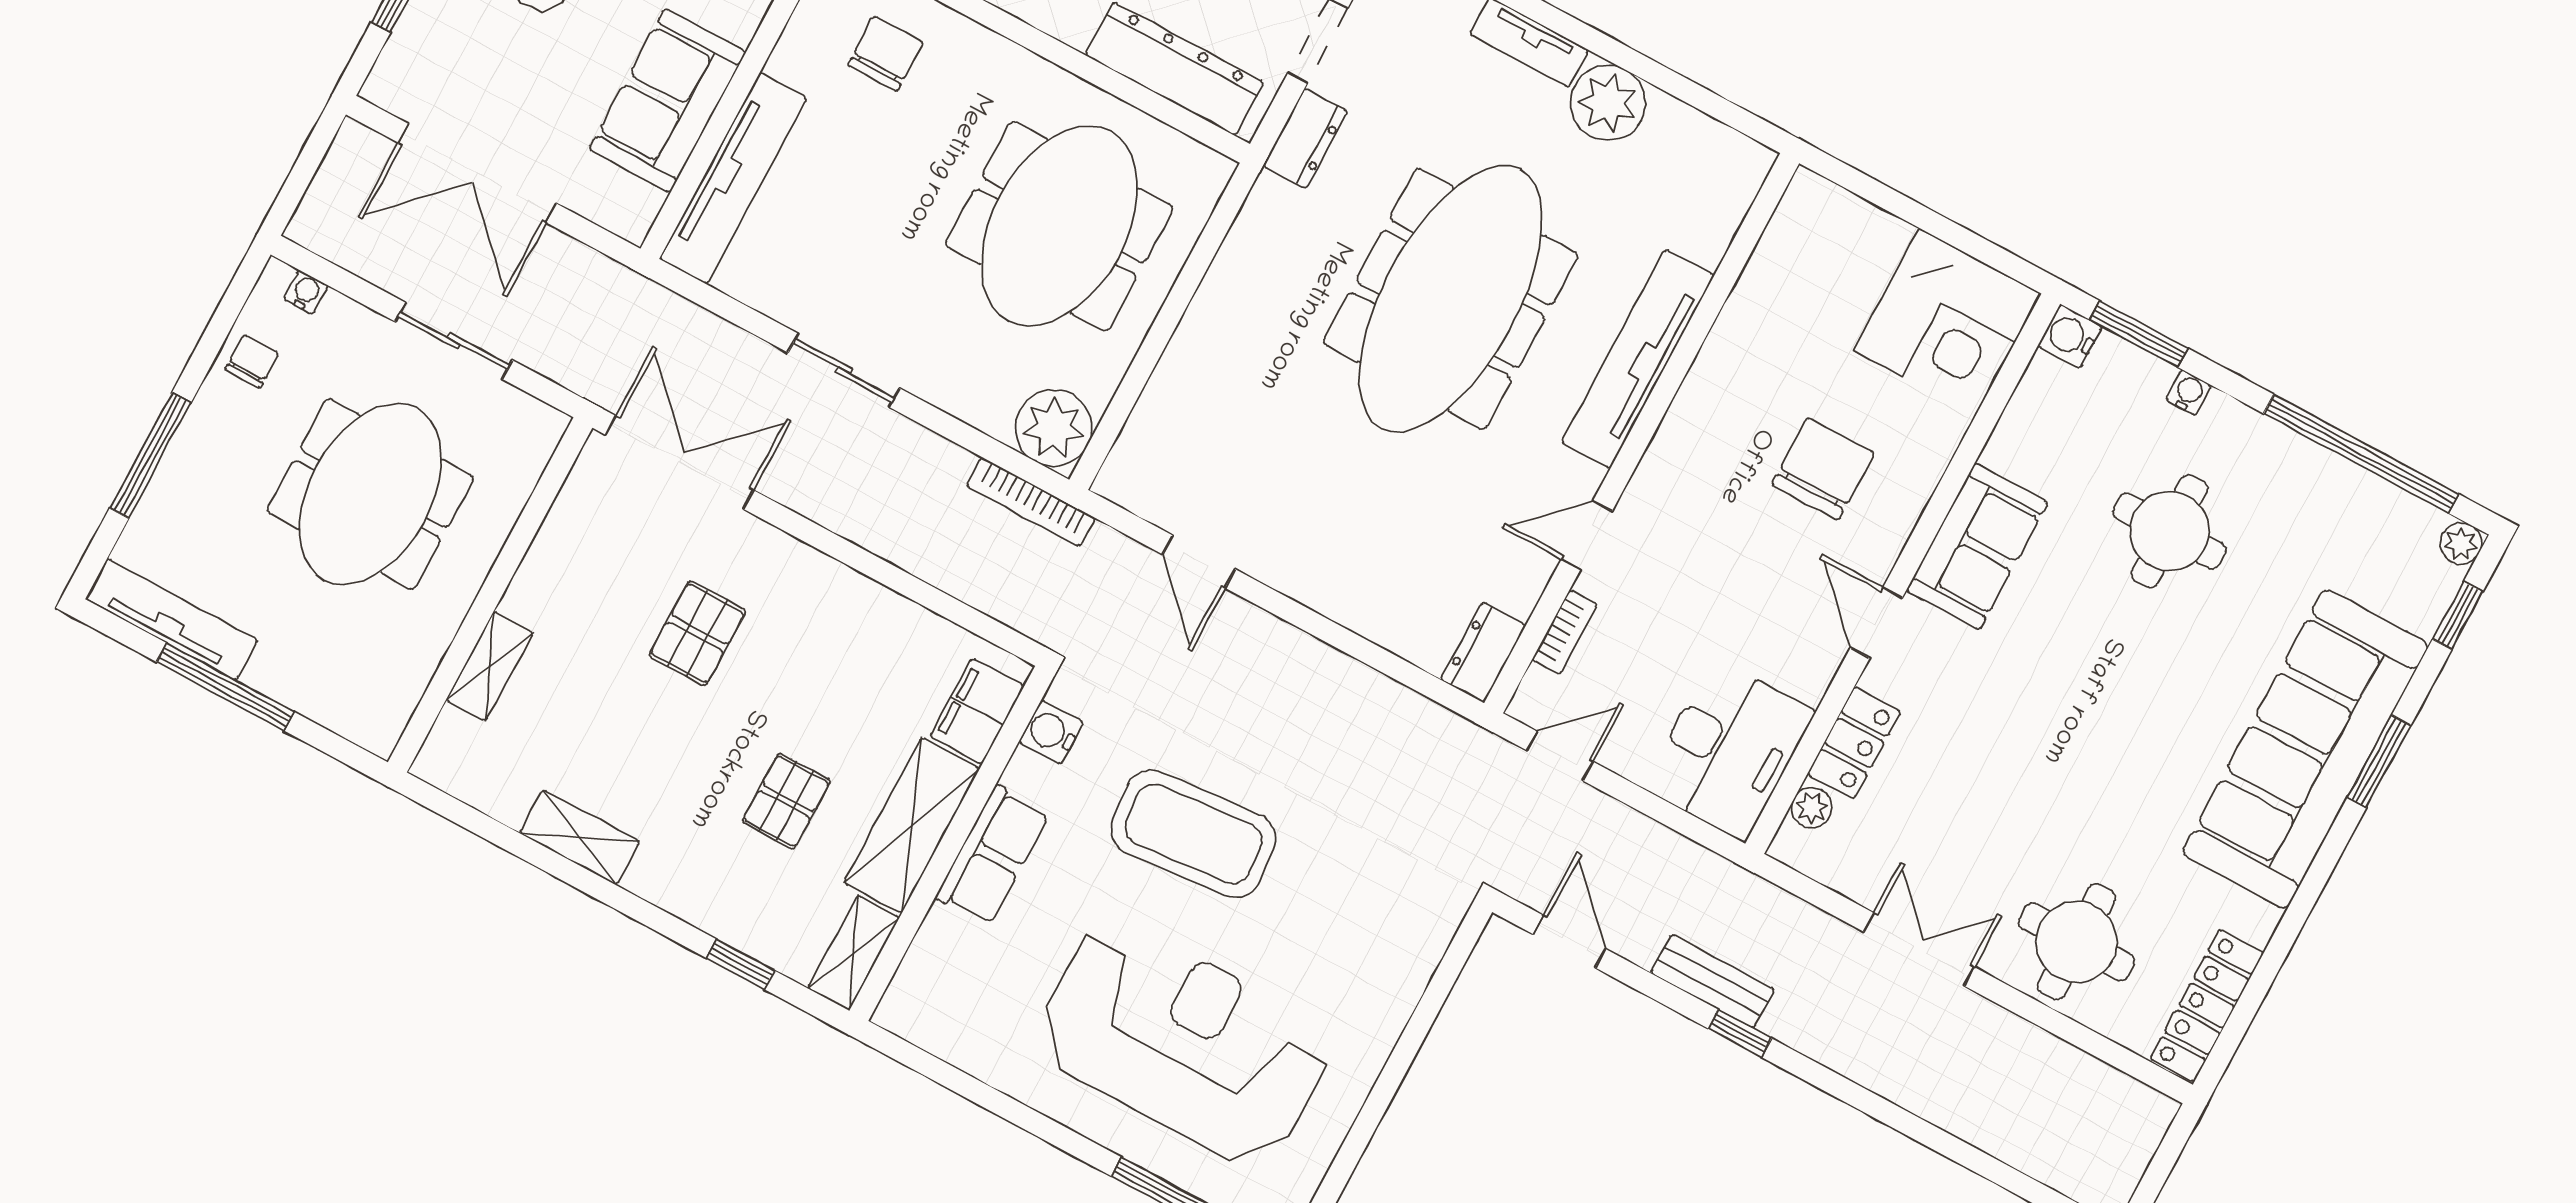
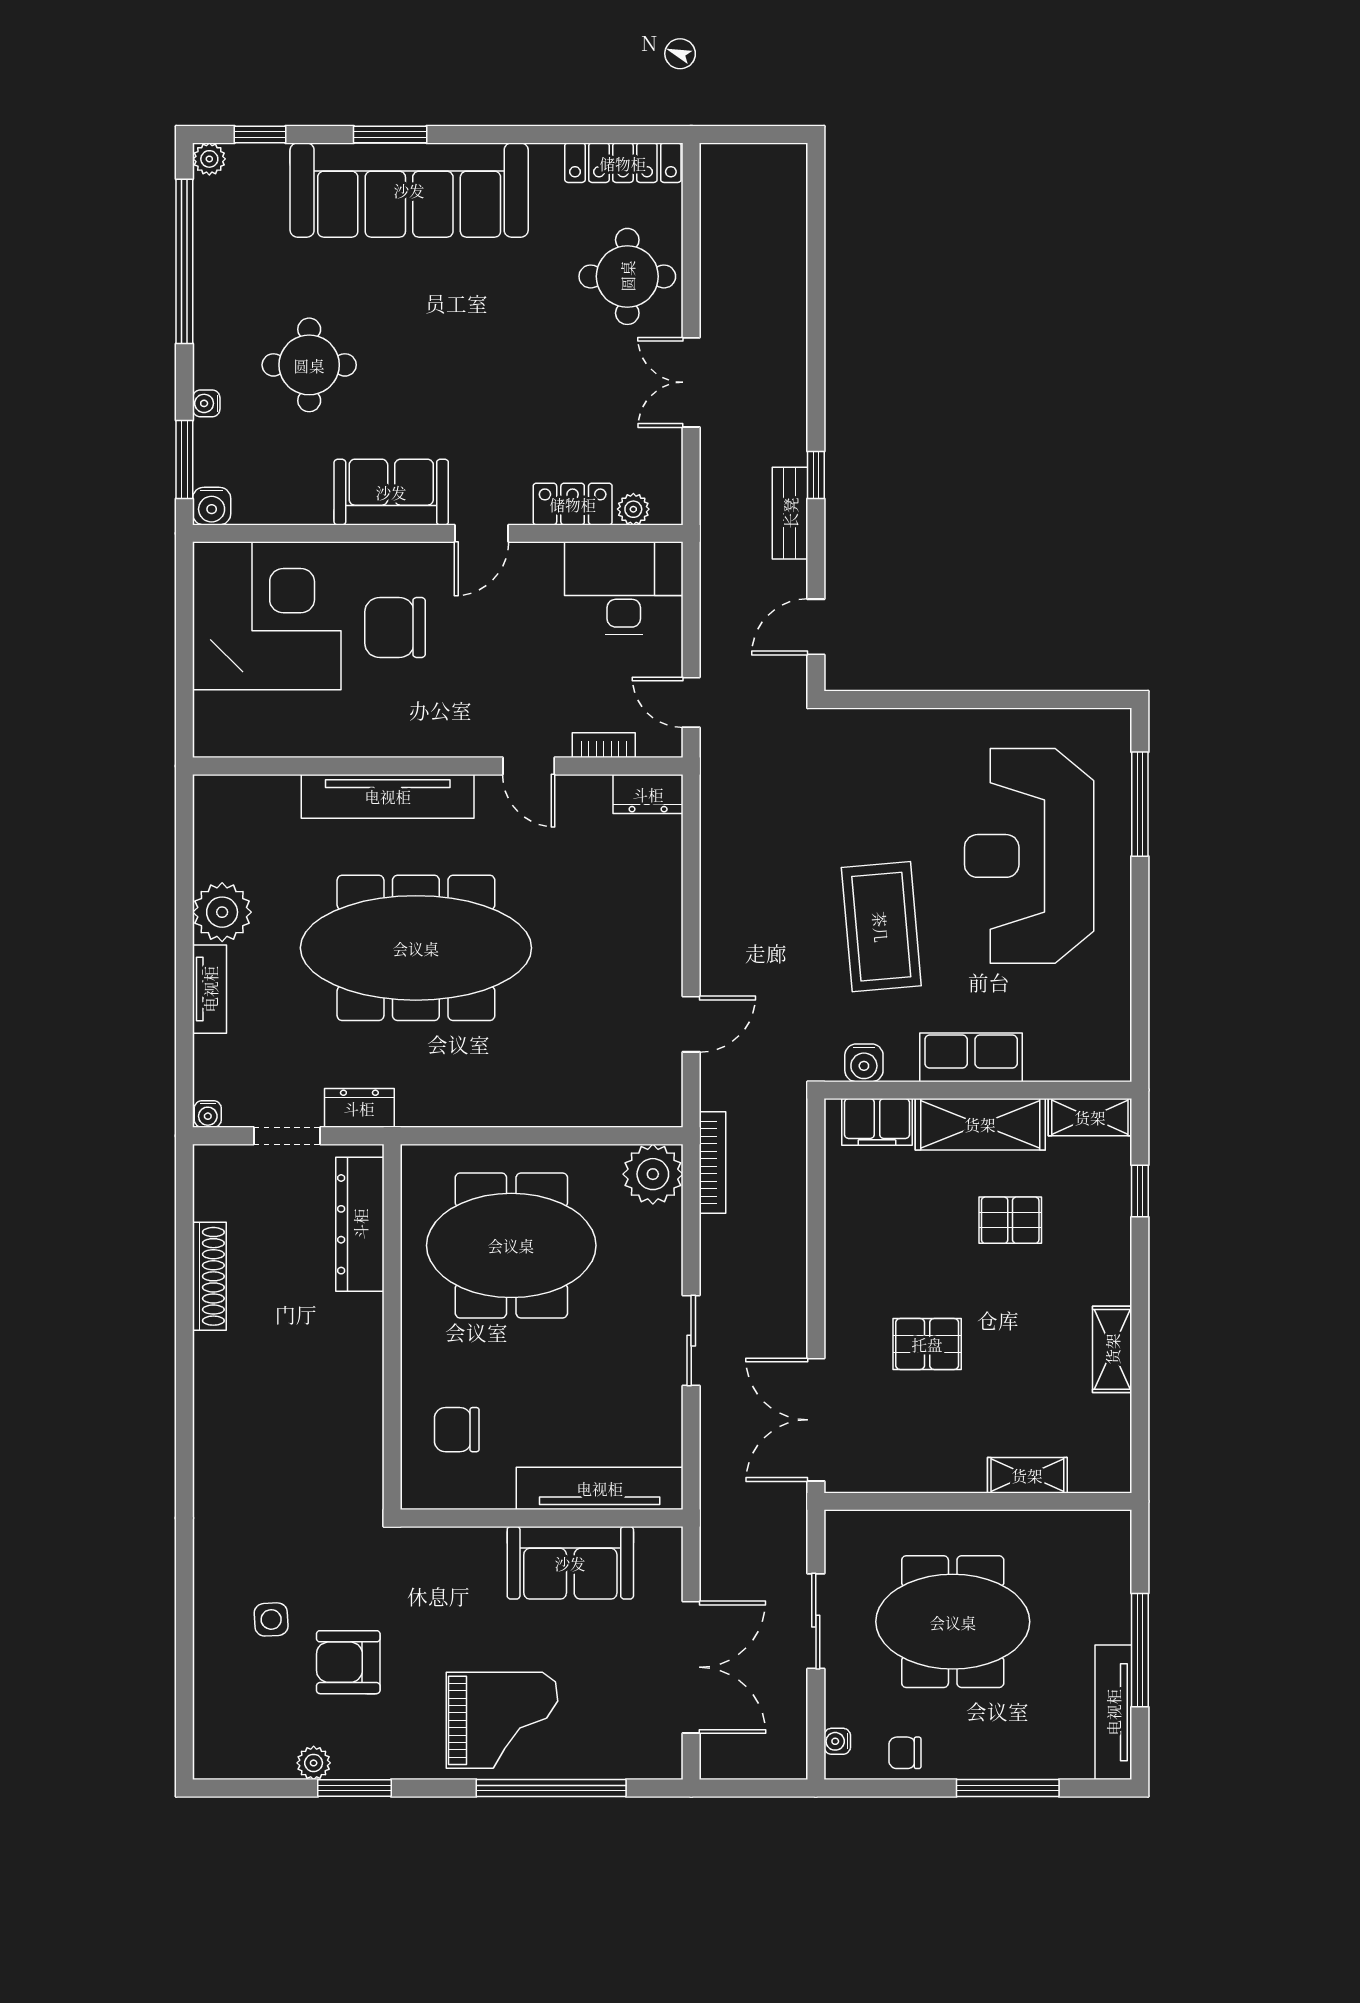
corner desk: (1947, 322) -> (267, 616), width x1.36, depth x1.36

